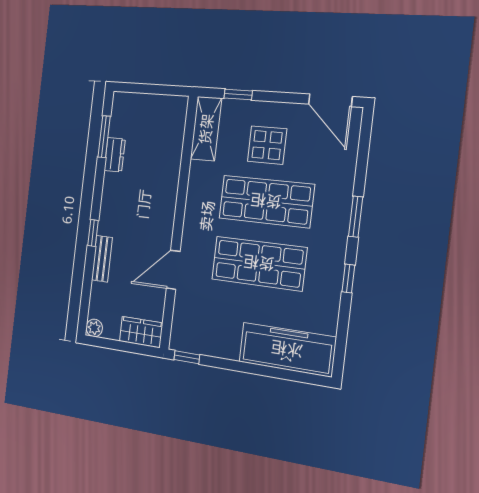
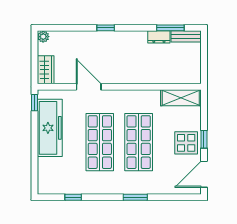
window: (238, 94) -> (204, 139), moved
display table: (267, 145) -> (186, 143), moved
bench: (102, 259) -> (186, 36), moved
window: (348, 278) -> (73, 197), moved
freezer: (287, 349) -> (50, 128), moved

